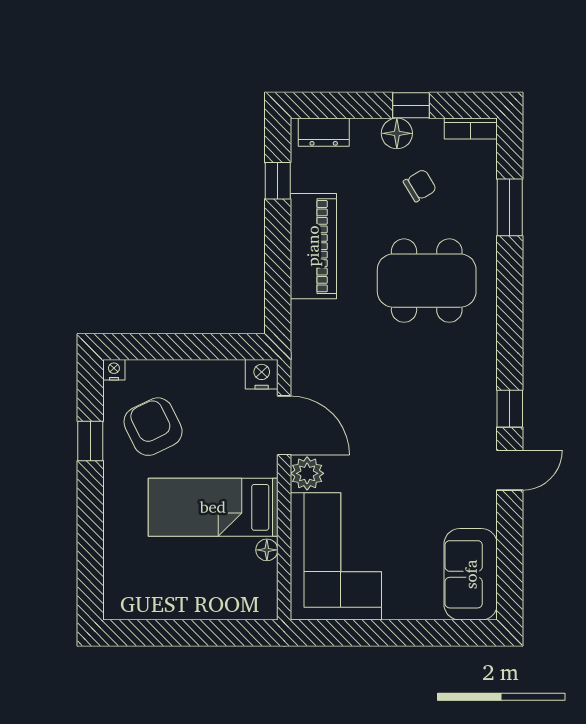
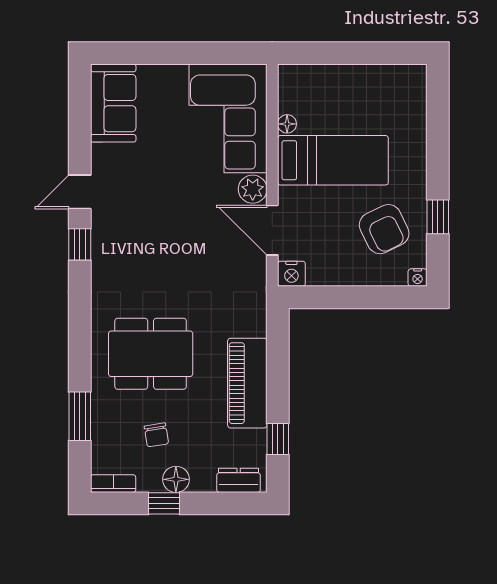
chair: (420, 186) -> (156, 435), turned -68

